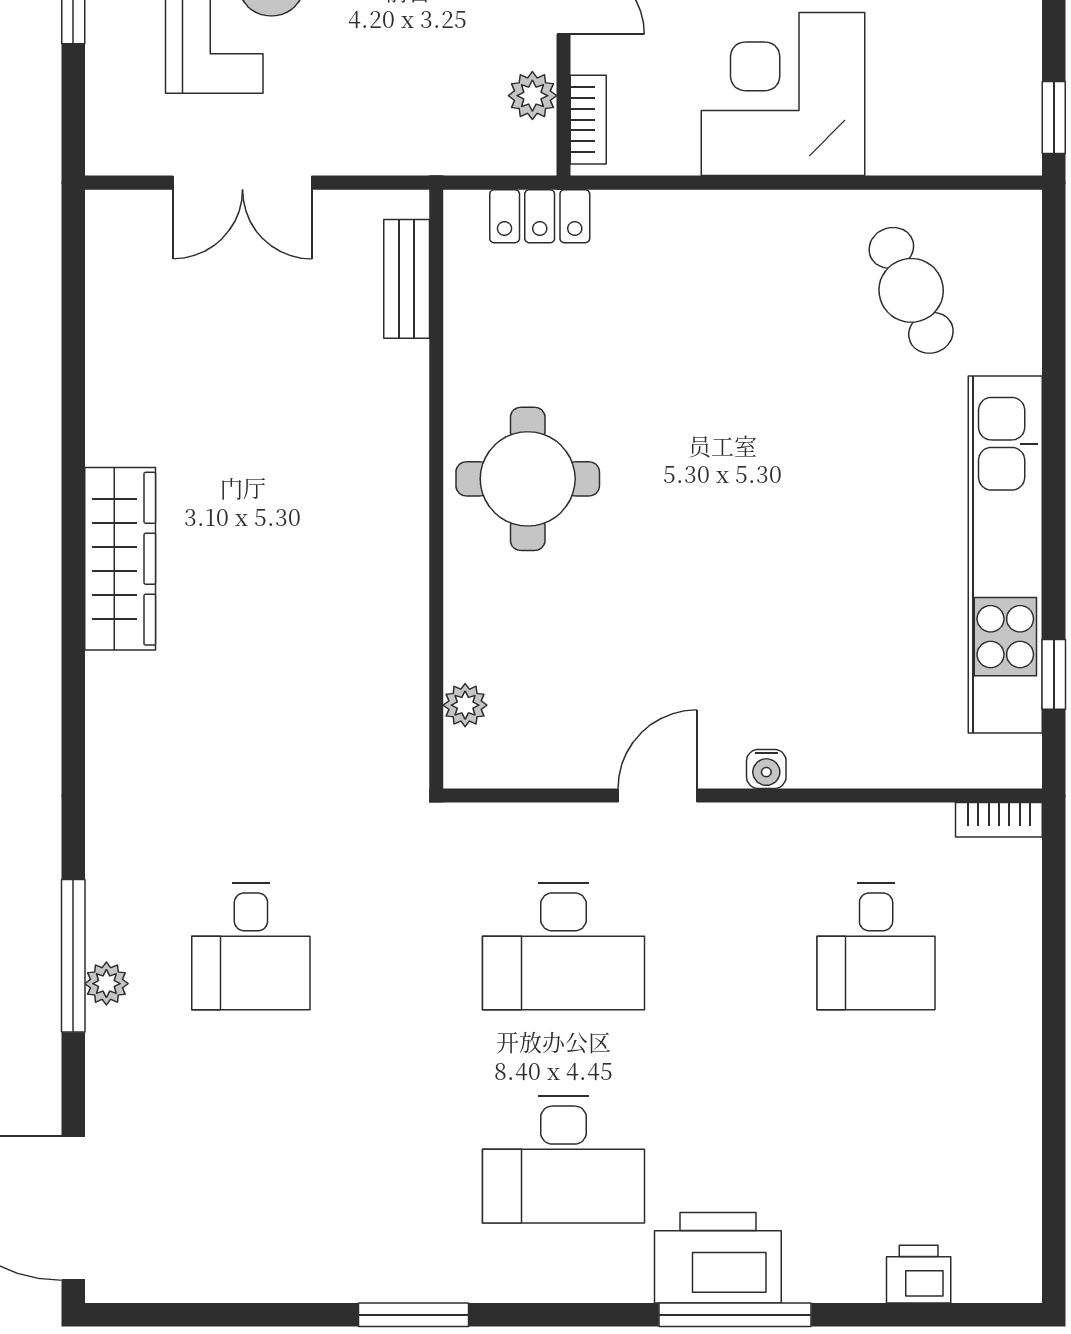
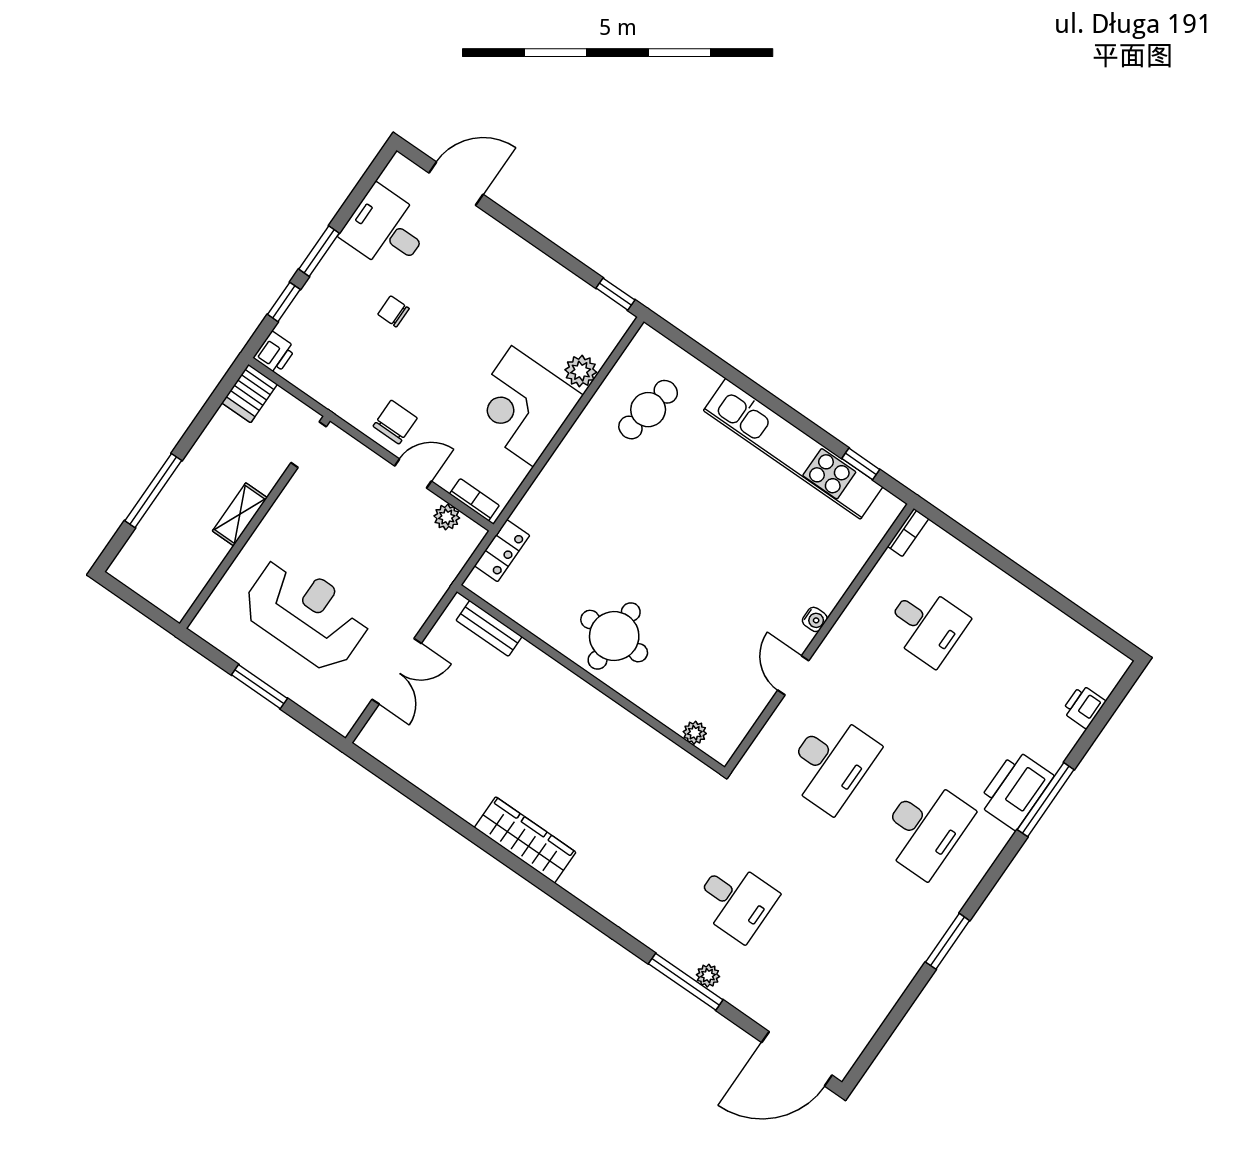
plant: (899, 146) -> (581, 371), added
cafe table: (911, 290) -> (648, 410), turned -55

